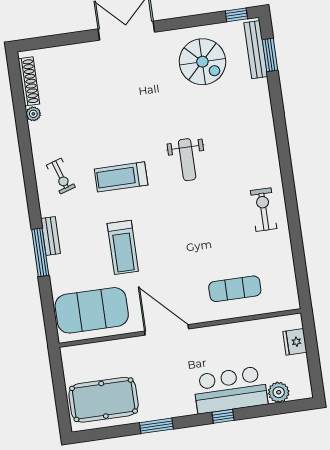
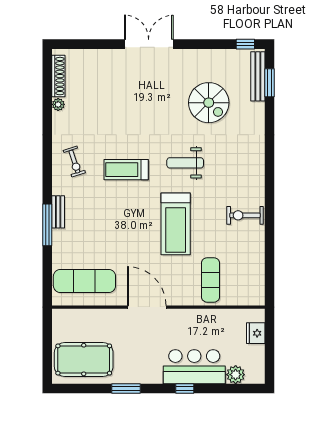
spiral stairs: (202, 62) -> (209, 103), moved
weight bench: (187, 160) -> (185, 163), turned 90
exercise bike: (264, 210) -> (245, 215), turned -90
treadmill: (123, 247) -> (176, 224), moved, width x1.37, depth x1.38
exercise mat: (235, 289) -> (210, 280), turned 90
exercise mat: (92, 310) -> (84, 281), width x0.68

